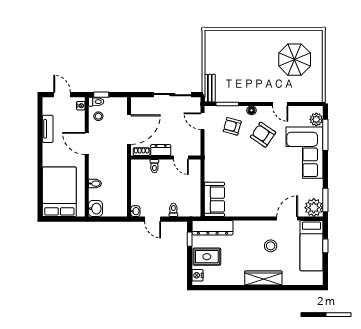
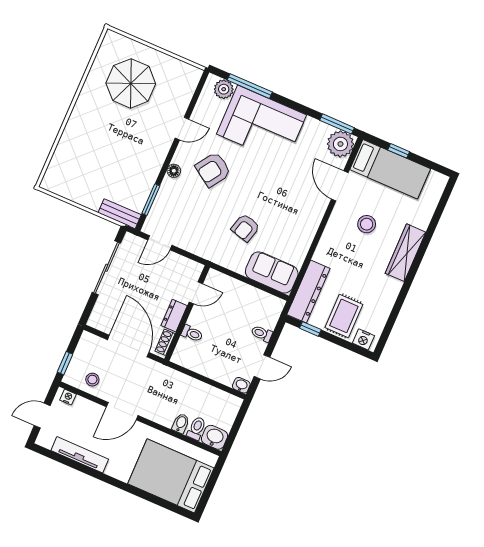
toilet: (96, 102) -> (196, 428), moved
armchair: (232, 126) -> (245, 228), moved
tv unit: (48, 129) -> (80, 455), width x1.41

